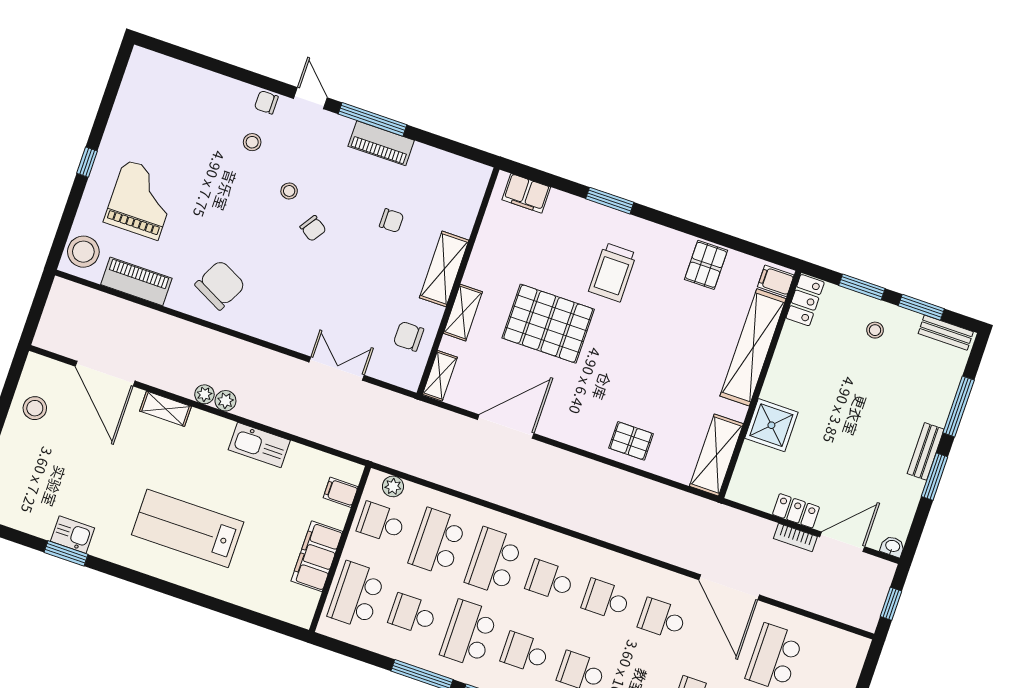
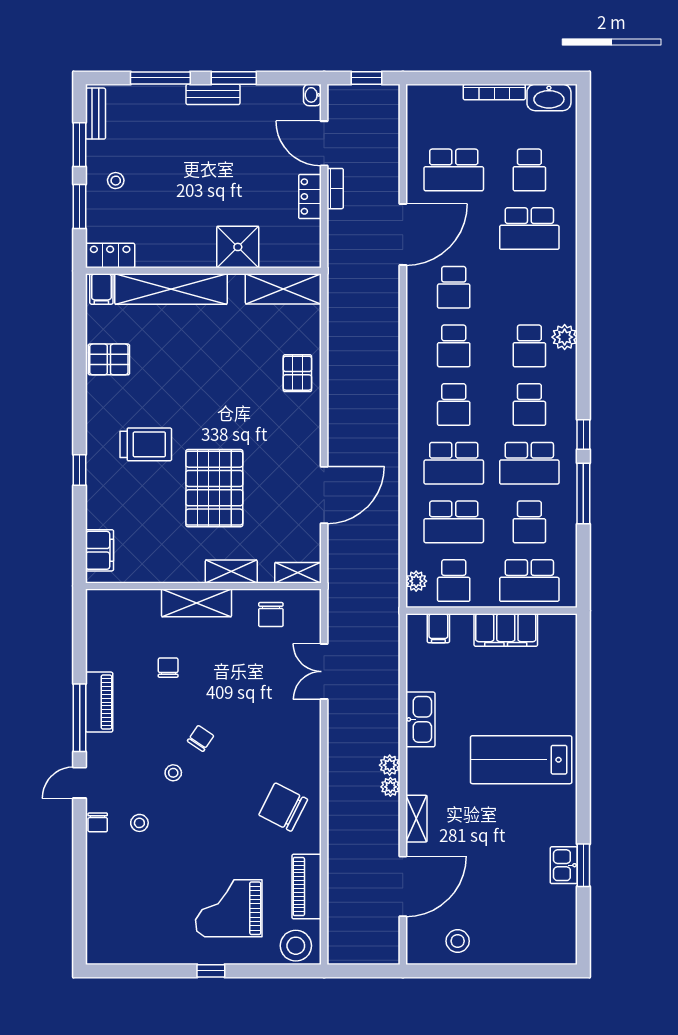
window: (610, 201) -> (80, 470), width x0.67
door: (506, 426) -> (324, 495), swing flipped
lab bench: (188, 528) -> (521, 760), turned 90

